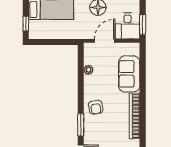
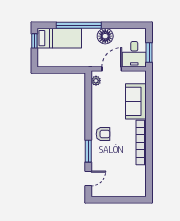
window: (26, 24) -> (34, 41), moved
plant: (88, 70) -> (96, 81), moved
armchair: (96, 107) -> (103, 134), turned -80

